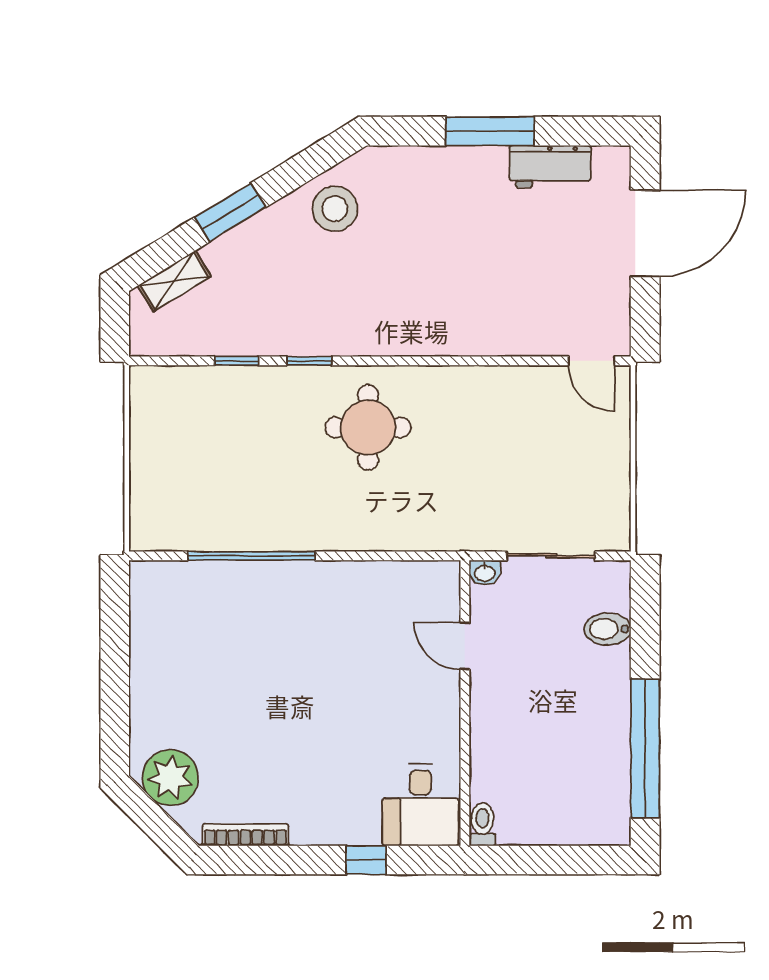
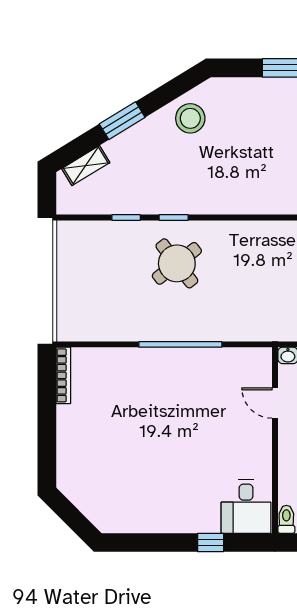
round table: (368, 427) -> (177, 263), moved, turned -38
window: (252, 556) -> (180, 344), moved
plant: (170, 778) -> (83, 489), removed
bookcase: (245, 835) -> (63, 375), moved, turned 90

